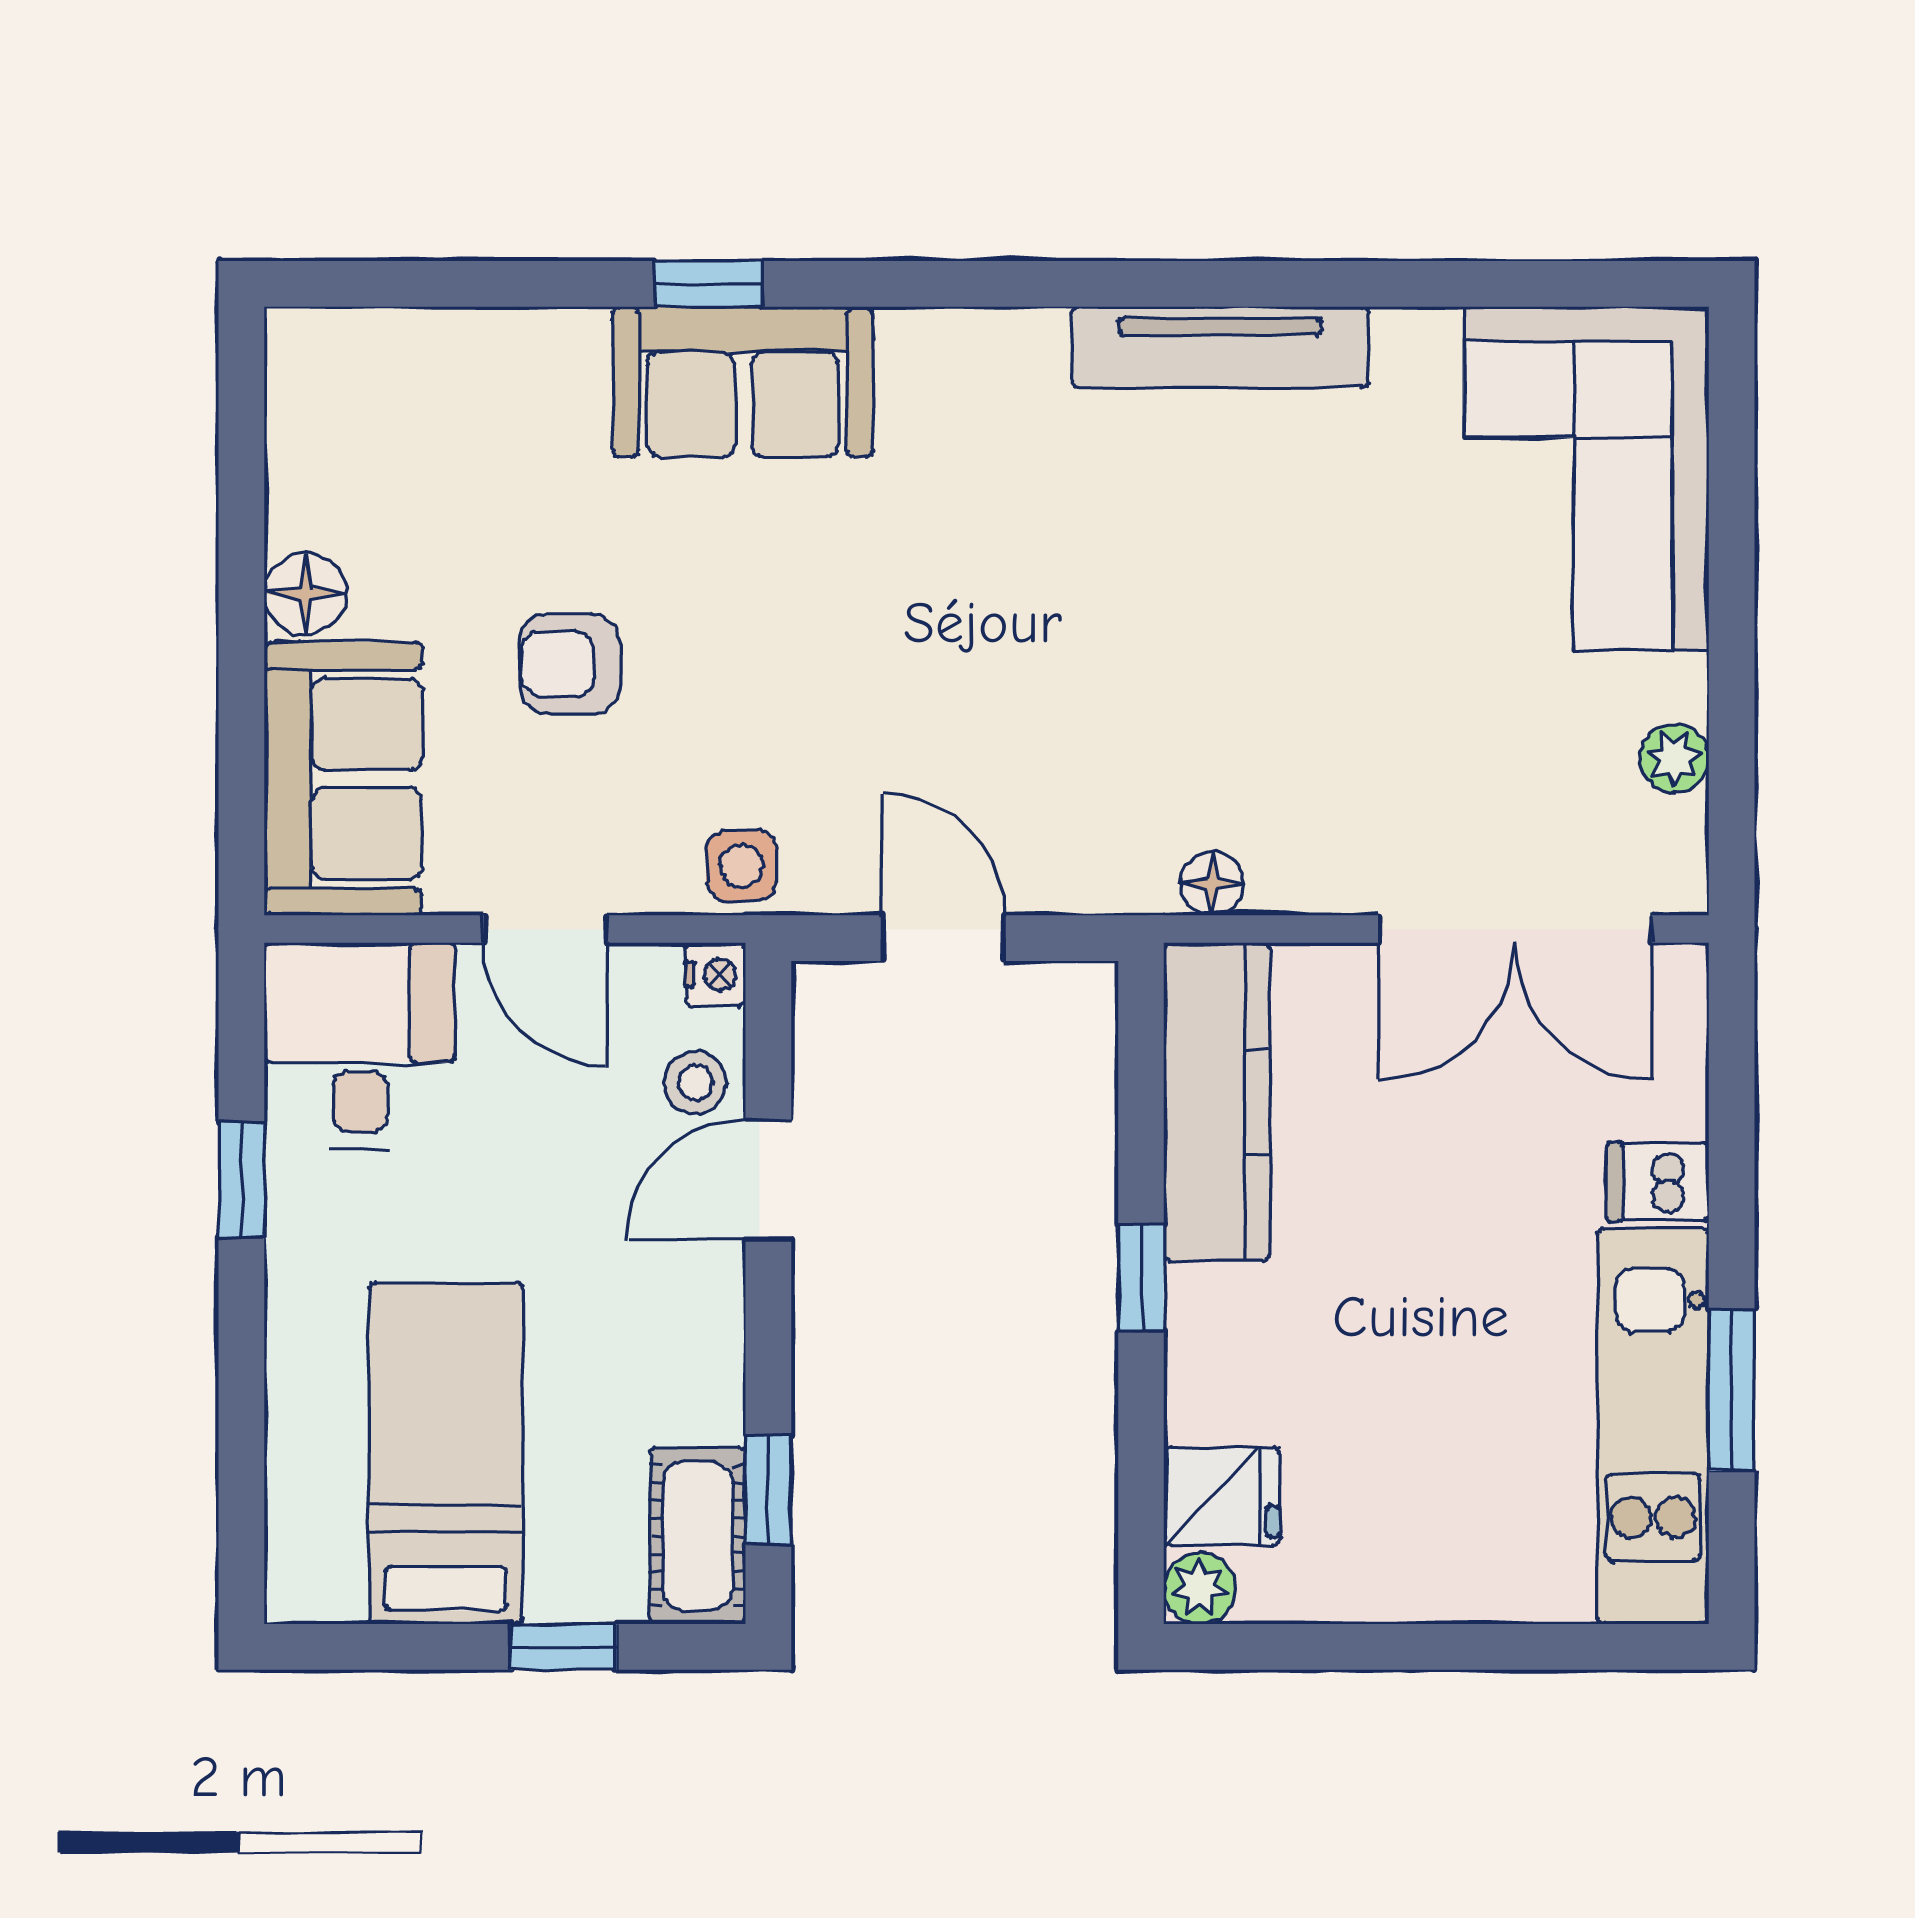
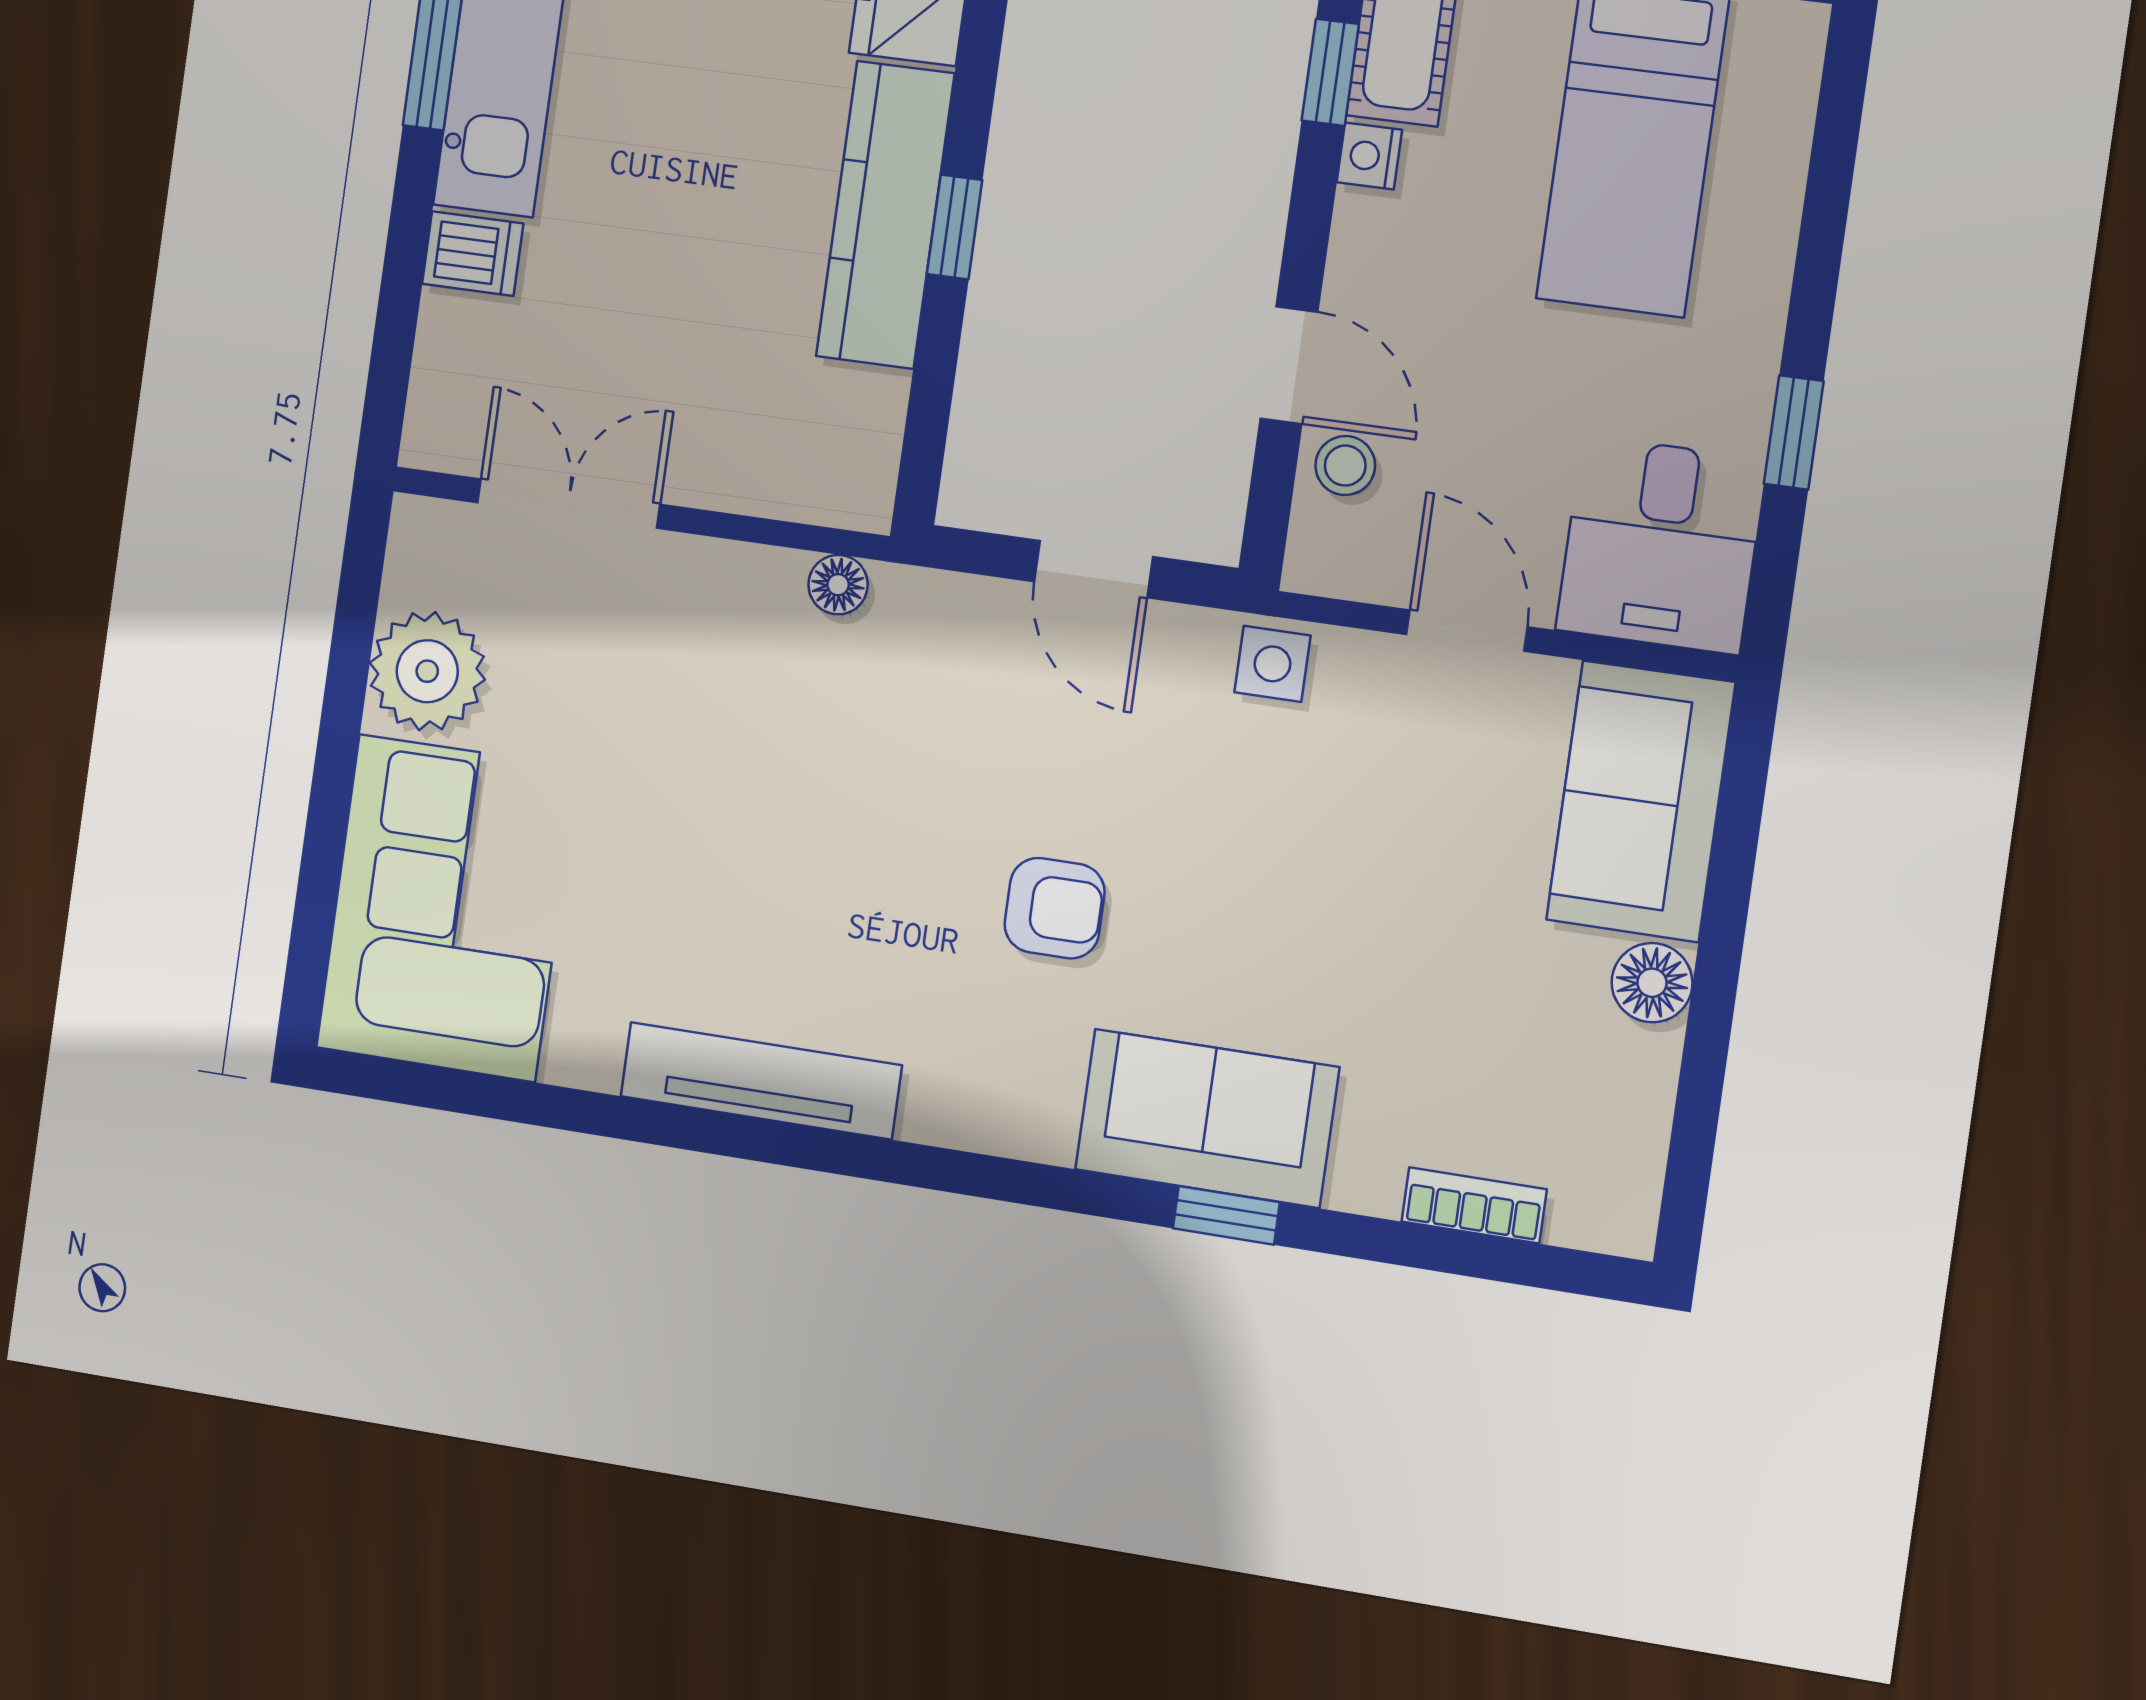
bookcase: (454, 335) -> (1474, 1205), added
armchair: (570, 664) -> (1055, 908), moved
plant: (1674, 758) -> (427, 671), width x1.87, depth x1.87
double door: (1515, 929) -> (569, 504), width x0.73
nightstand: (716, 975) -> (1369, 156), moved
kitchen counter: (1217, 1102) -> (885, 215), moved
door: (768, 1179) -> (1289, 365), hinge flipped

